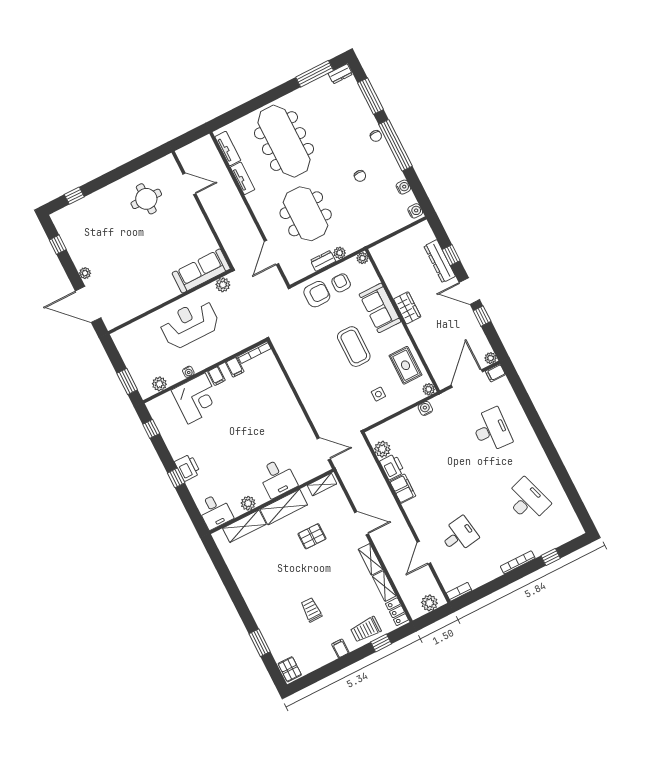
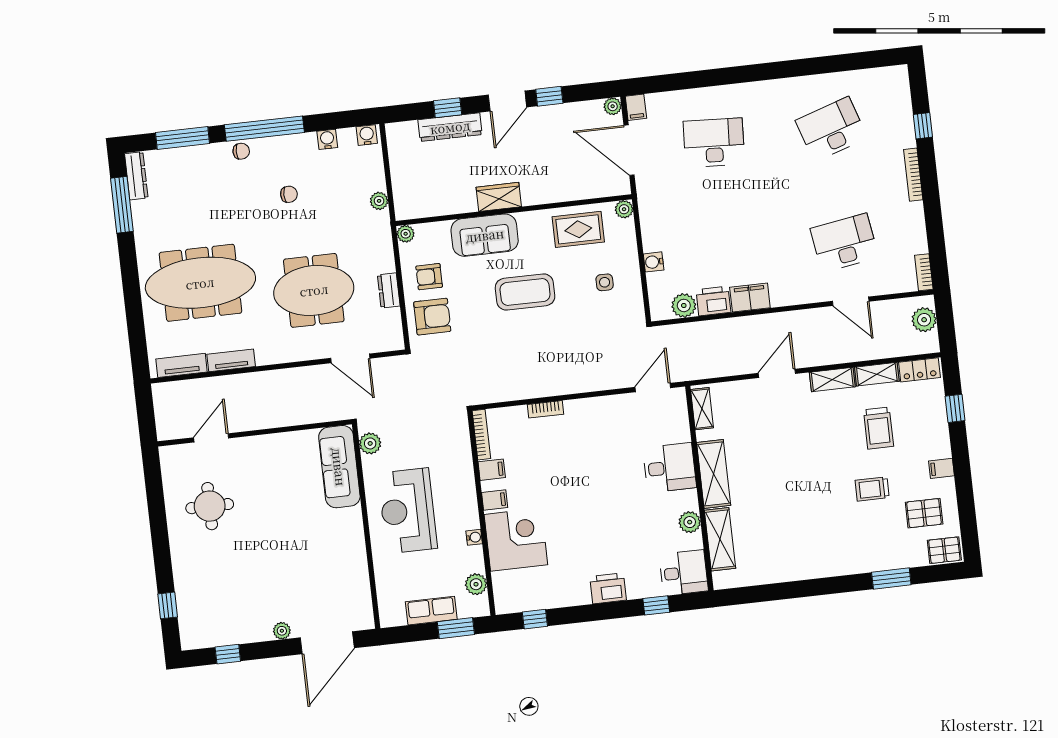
dresser: (340, 74) -> (136, 176), width x1.44
plant: (340, 253) -> (379, 201), moved
armchair: (317, 294) -> (432, 317), turned 90
row of seats: (132, 362) -> (431, 611), added
bookcase: (285, 387) -> (546, 409), added
water cooler: (425, 408) -> (654, 262), moved
window: (176, 478) -> (656, 605), moved
desk: (459, 535) -> (844, 243), width x1.37
pallet: (312, 536) -> (924, 513), moved, turned 90
trolley: (366, 630) -> (879, 428), moved

